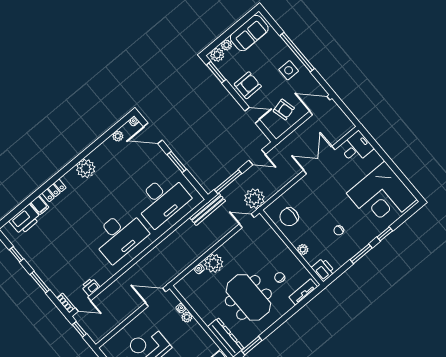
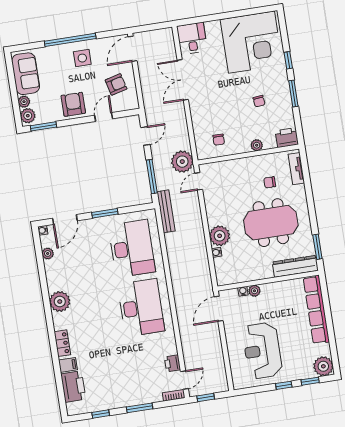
chair: (289, 217) -> (219, 140), width x0.54, depth x0.54

